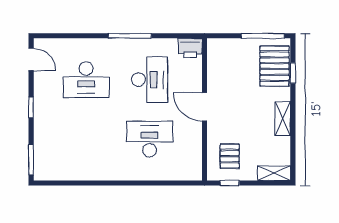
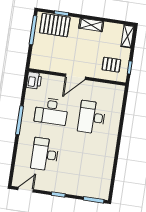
desk: (86, 80) -> (45, 154), turned 180
desk: (150, 80) -> (51, 111), turned 180

